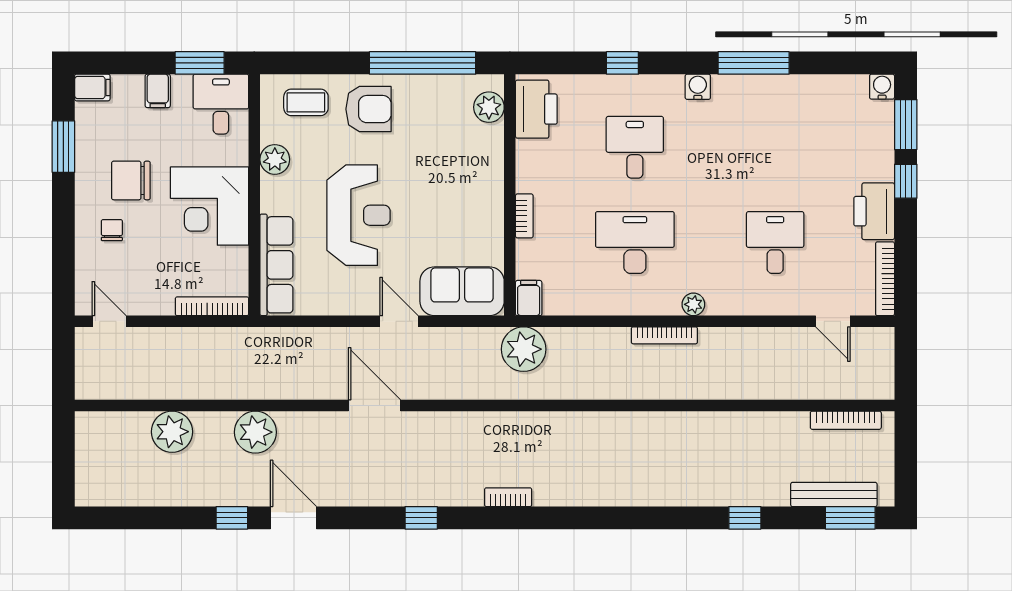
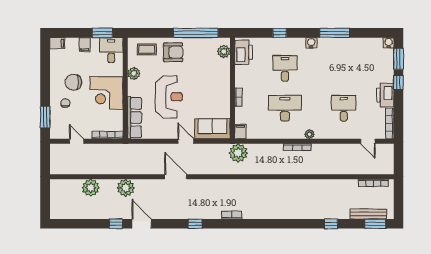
window: (63, 147) -> (45, 117), moved
door: (109, 321) -> (77, 141), moved

